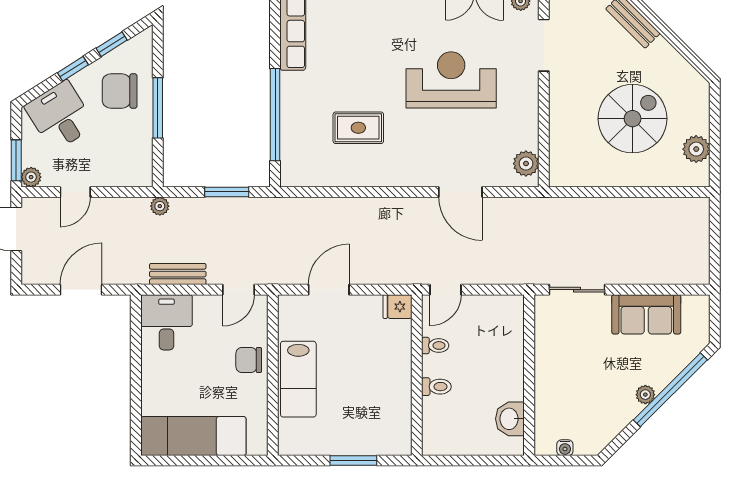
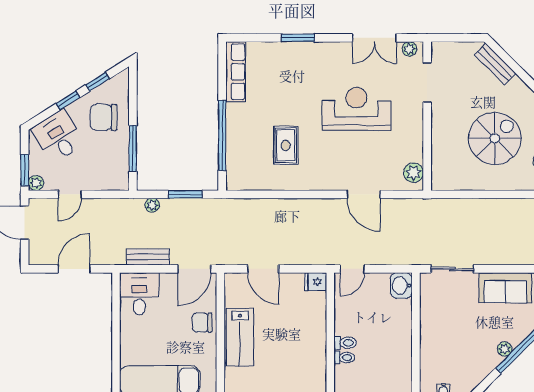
window: (158, 108) -> (133, 149), moved
rug: (358, 128) -> (286, 145), turned 90
plant: (160, 206) -> (152, 205), moved
door: (238, 290) -> (194, 269), width x1.38
door: (329, 290) -> (263, 269), swing flipped
toilet: (435, 345) -> (344, 358), moved
washbasin: (510, 419) -> (401, 286), moved

